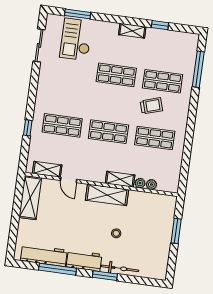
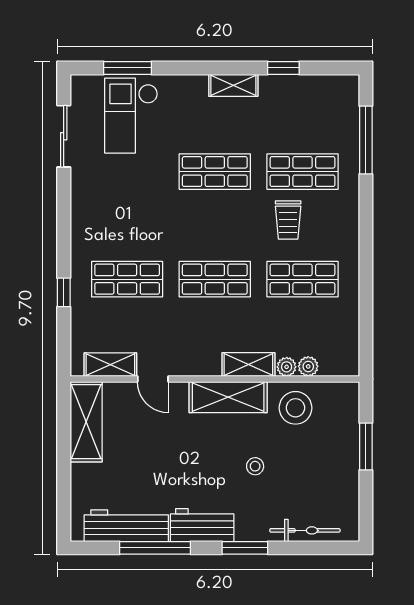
trolley: (151, 106) -> (288, 220), turned 107
stool: (142, 205) -> (295, 408), added
bicycle: (120, 268) -> (305, 530), moved

